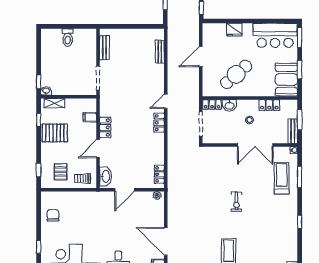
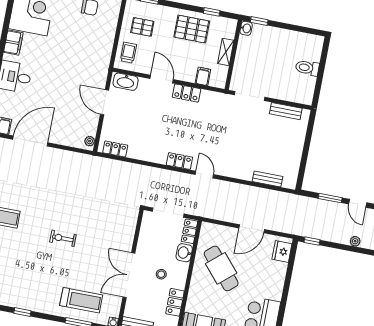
fridge: (234, 30) -> (282, 252), moved
door: (201, 57) -> (252, 229), swing flipped
shelving: (54, 103) -> (226, 52), moved
pallet: (55, 133) -> (192, 29), turned 90

